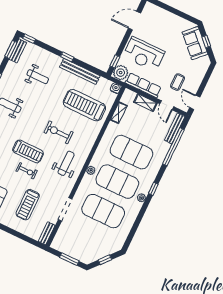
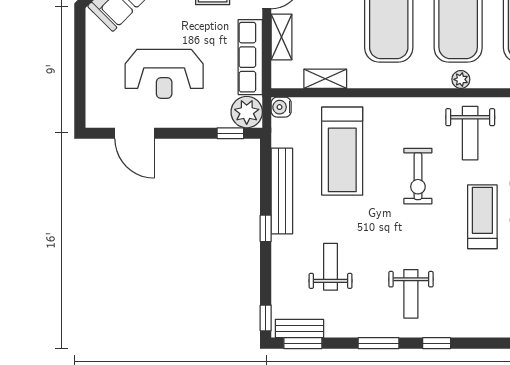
reception desk: (144, 54) -> (164, 74), moved, turned 90
weight bench: (66, 163) -> (470, 133), turned -90

